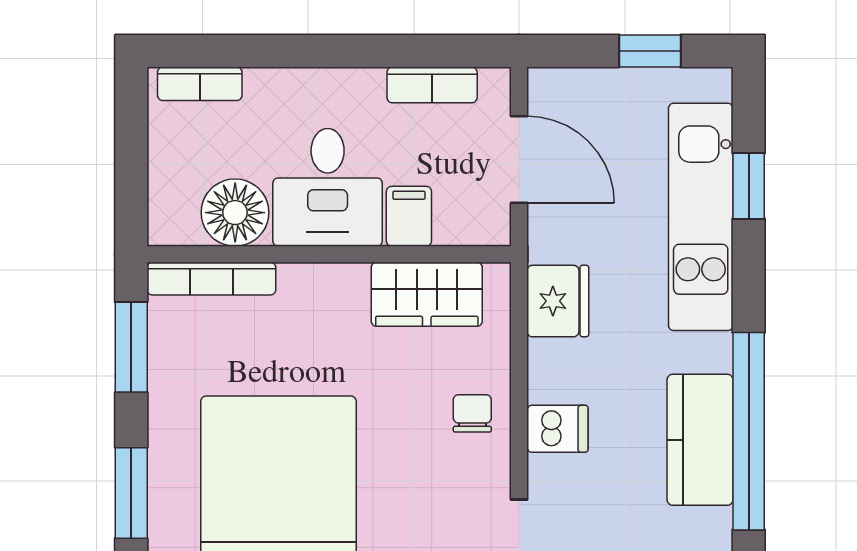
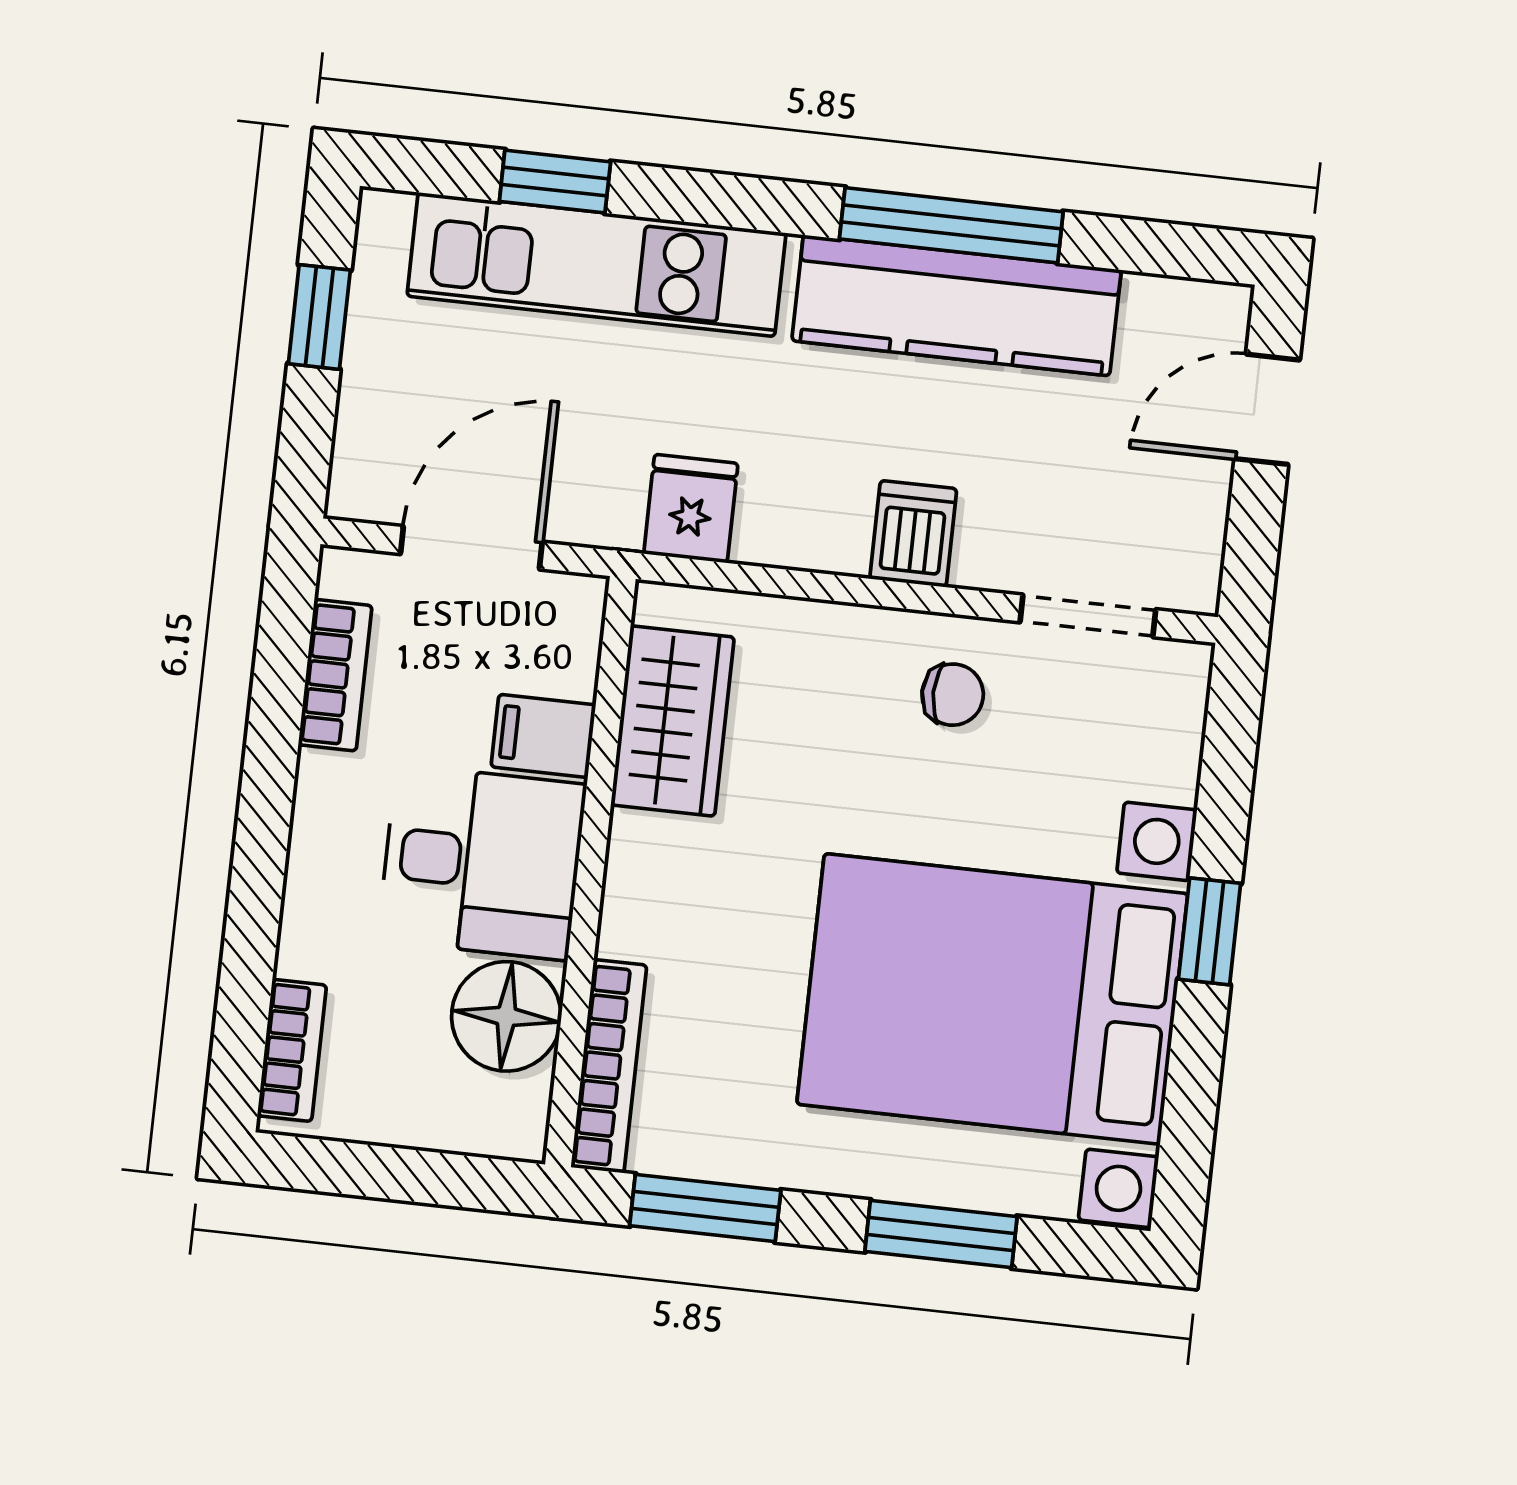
fridge: (558, 301) -> (691, 509), width x0.72
chair: (472, 413) -> (953, 695), moved, turned 180
window: (749, 431) -> (951, 225), width x0.68
kitchen counter: (700, 440) -> (957, 305), width x1.50

